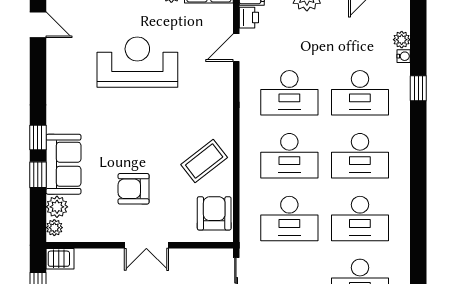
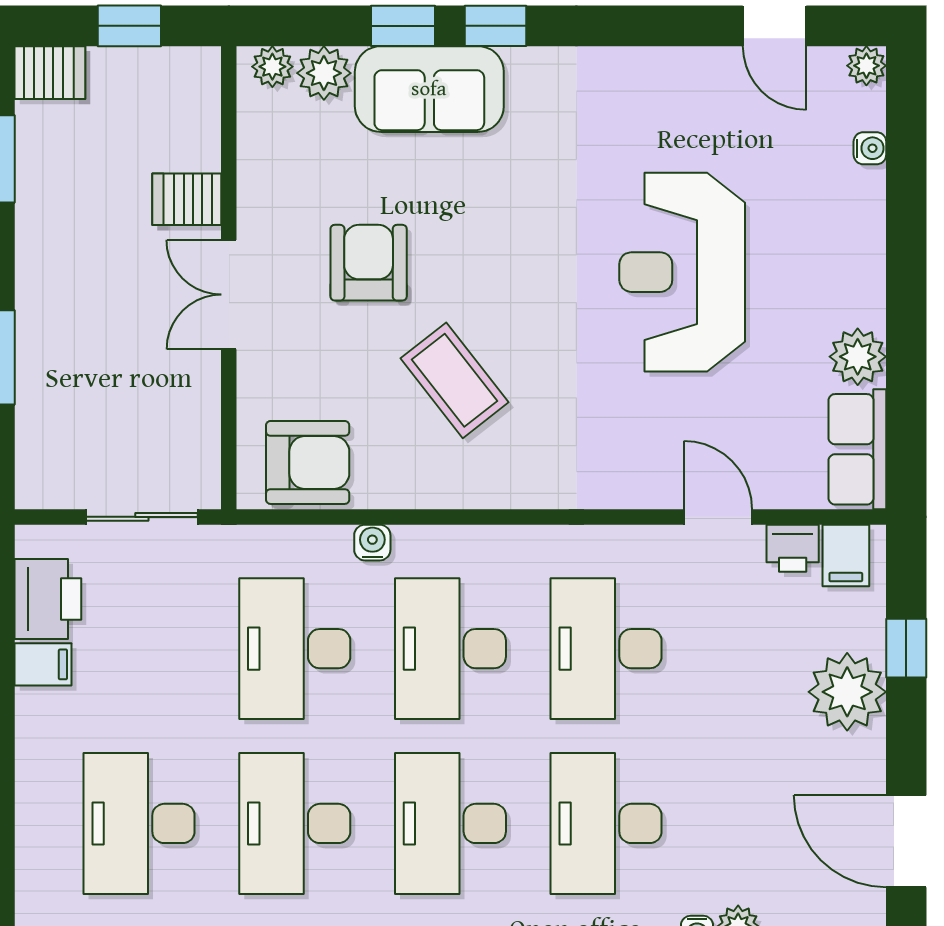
door: (38, 25) -> (775, 26), hinge flipped
reception desk: (137, 62) -> (682, 272), turned 180
coffee table: (204, 161) -> (455, 380), moved
water cooler: (247, 187) -> (372, 543), added
server rack: (60, 259) -> (187, 199), moved, turned 90

